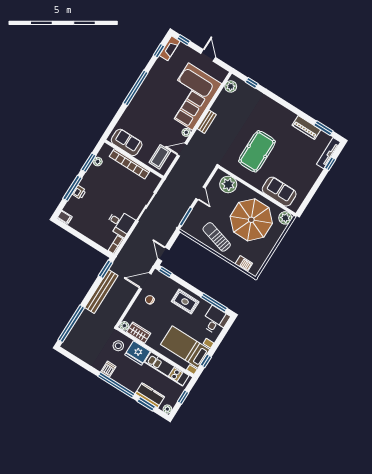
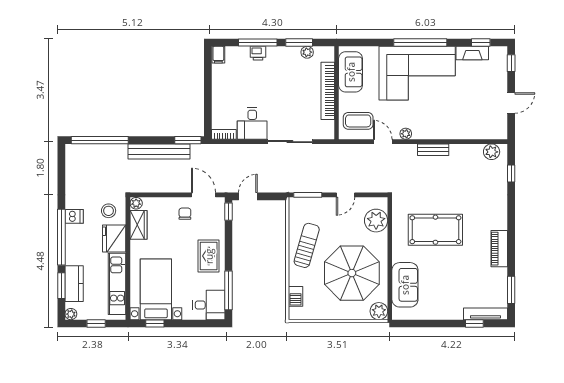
fireplace: (170, 48) -> (472, 53), moved
corner sofa: (190, 96) -> (417, 73), moved, turned 180
piano: (306, 127) -> (499, 249), moved

